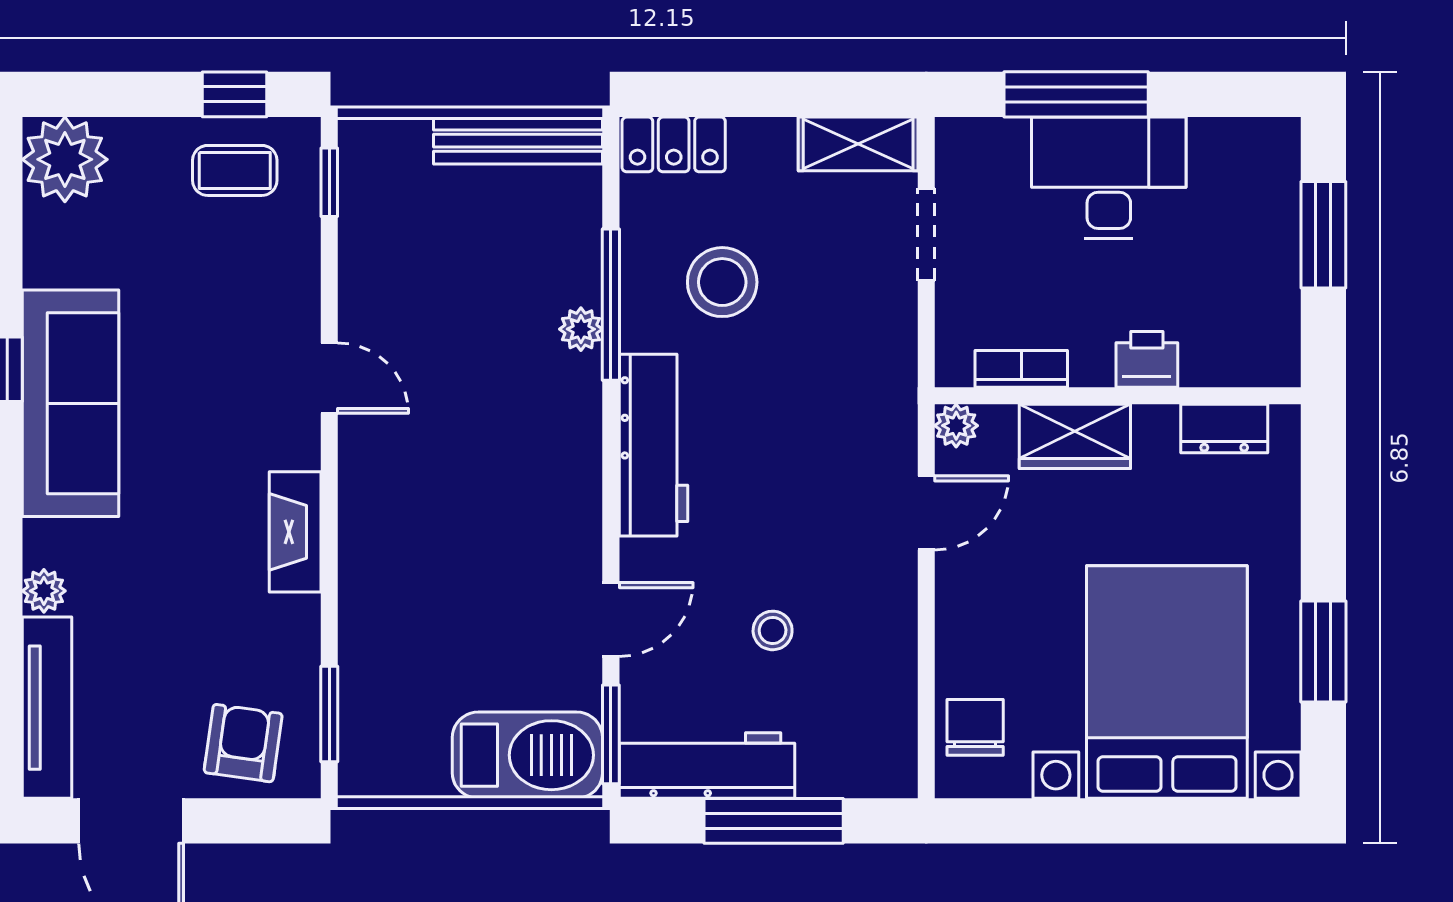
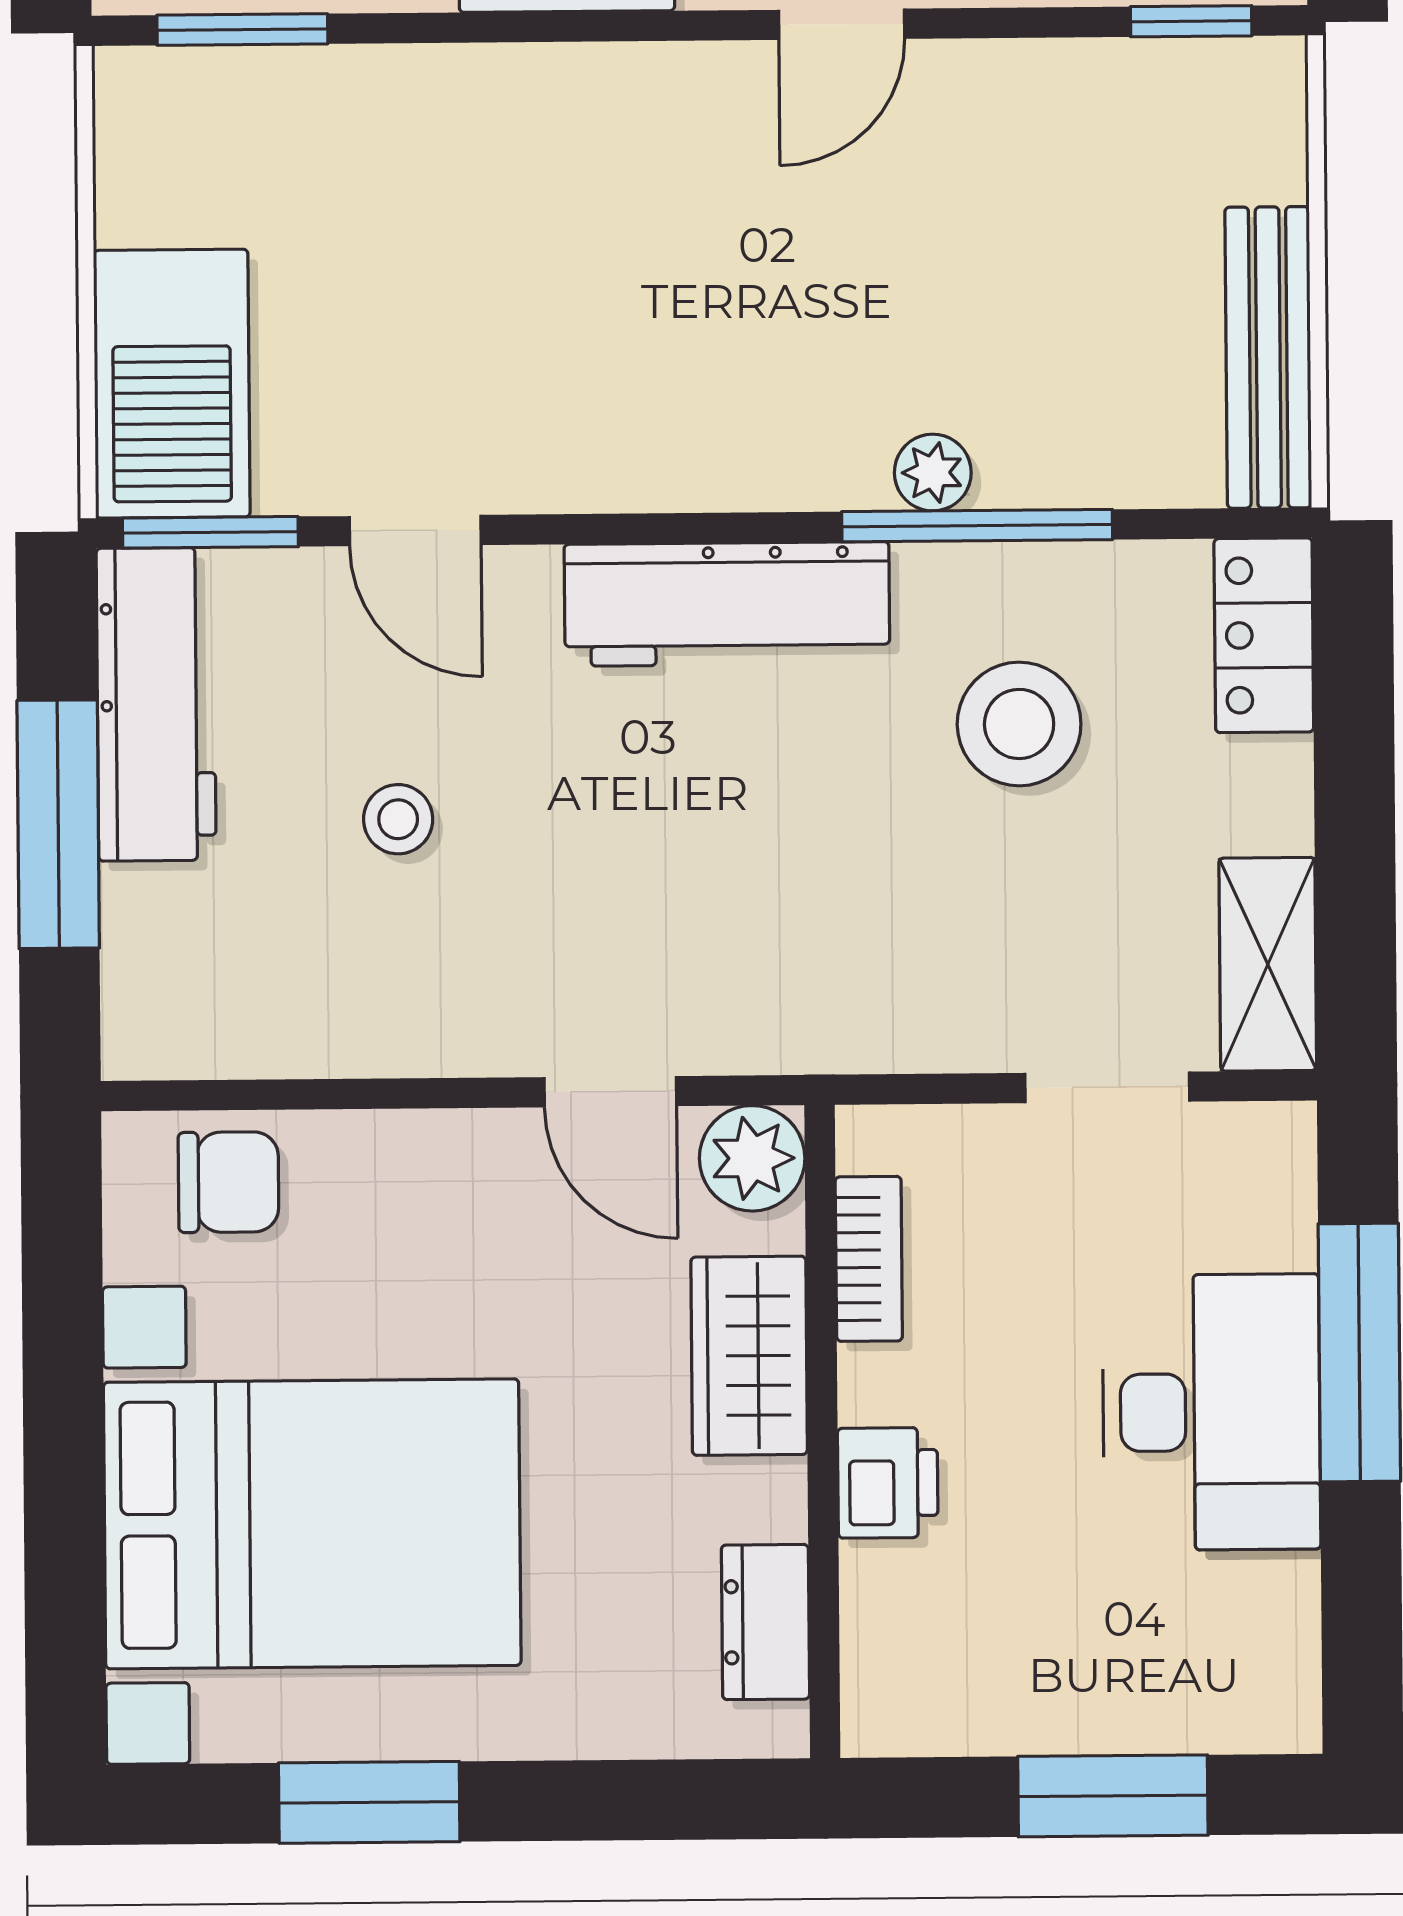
plant: (956, 426) -> (752, 1158), width x1.38, depth x1.38

